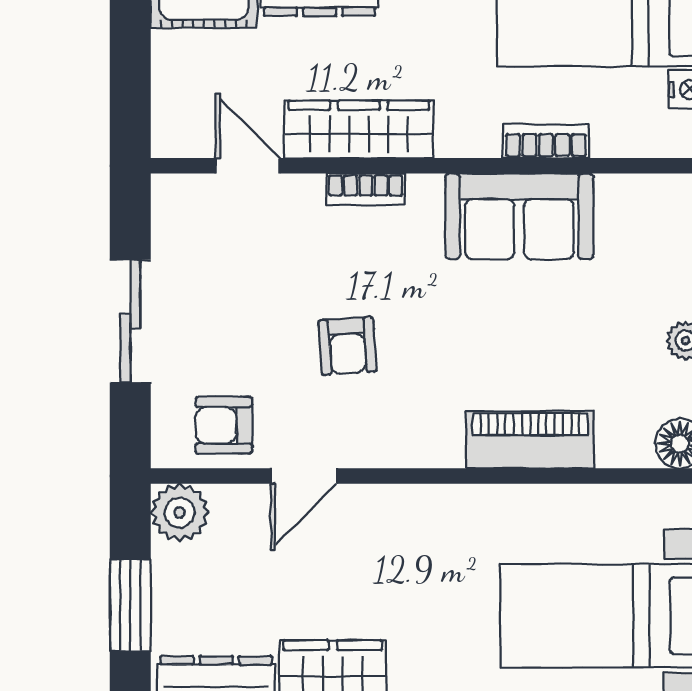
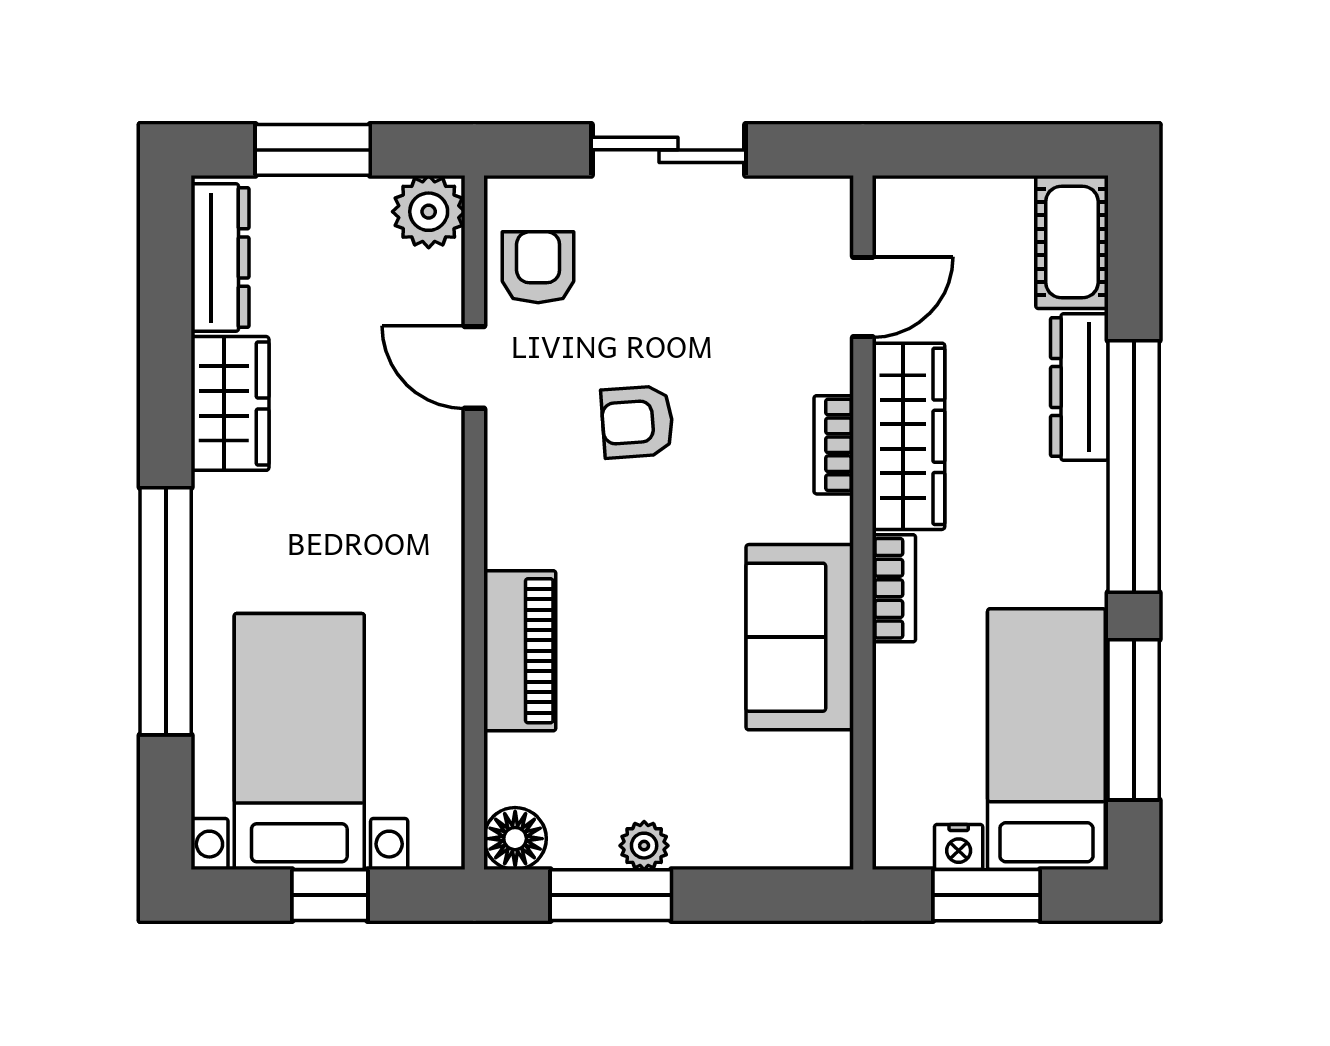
bookcase: (546, 141) -> (894, 588), moved

